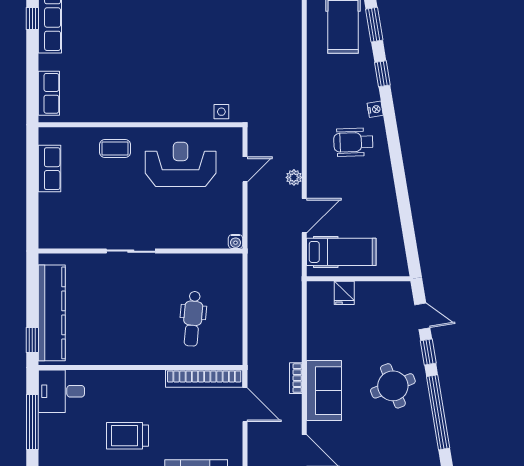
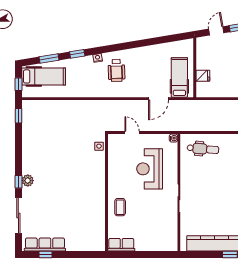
row of seats: (49, 93) -> (88, 245), removed
reception desk: (181, 164) -> (150, 169), moved
row of seats: (49, 169) -> (121, 245), moved
plant: (294, 177) -> (137, 105), removed
door: (304, 216) -> (159, 99), swing flipped
dental chair: (193, 319) -> (203, 149), moved

